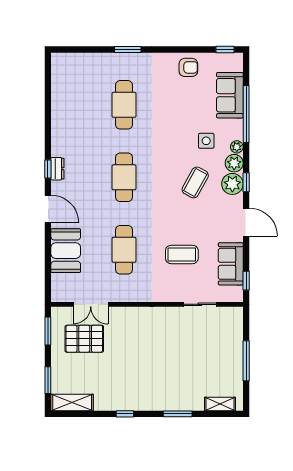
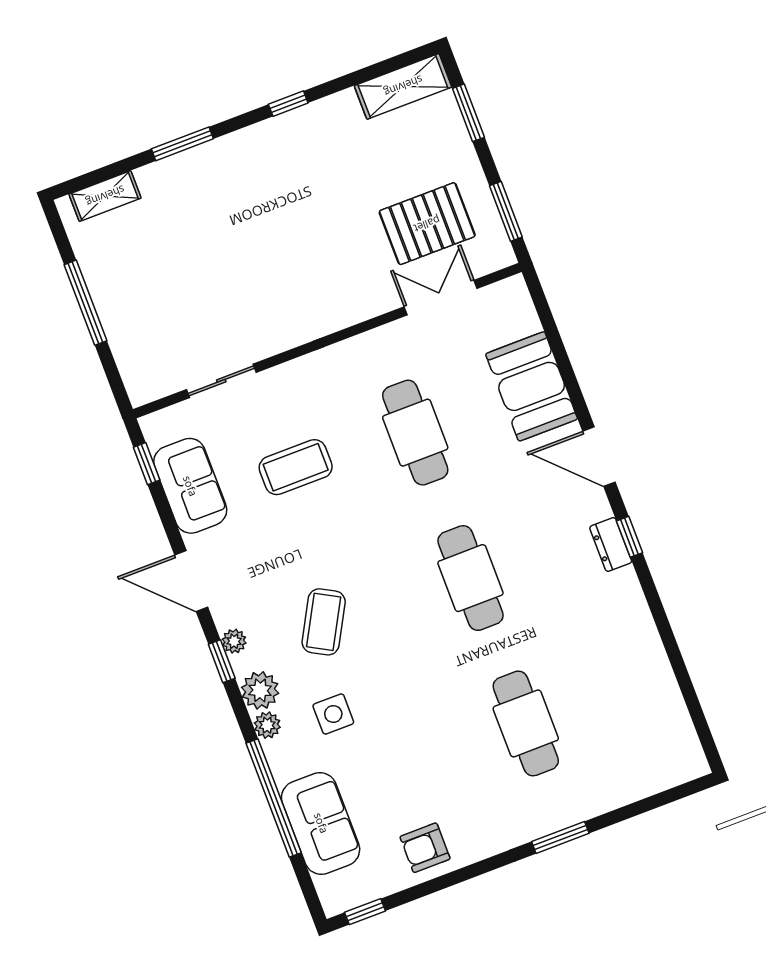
plant: (232, 184) -> (234, 641), width x0.53, depth x0.53

